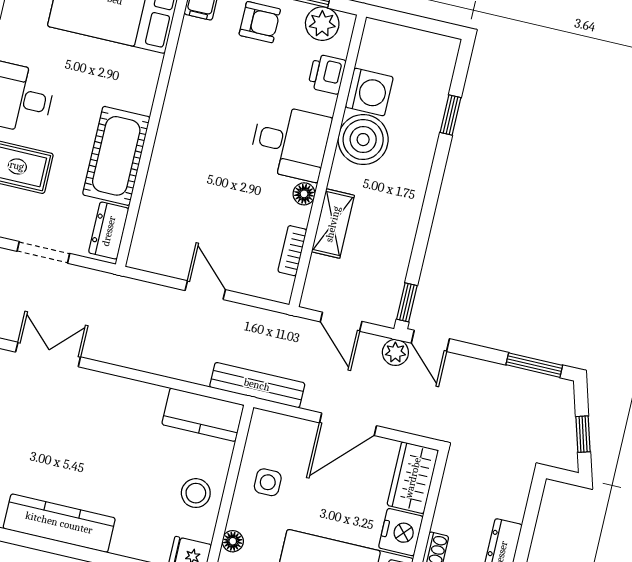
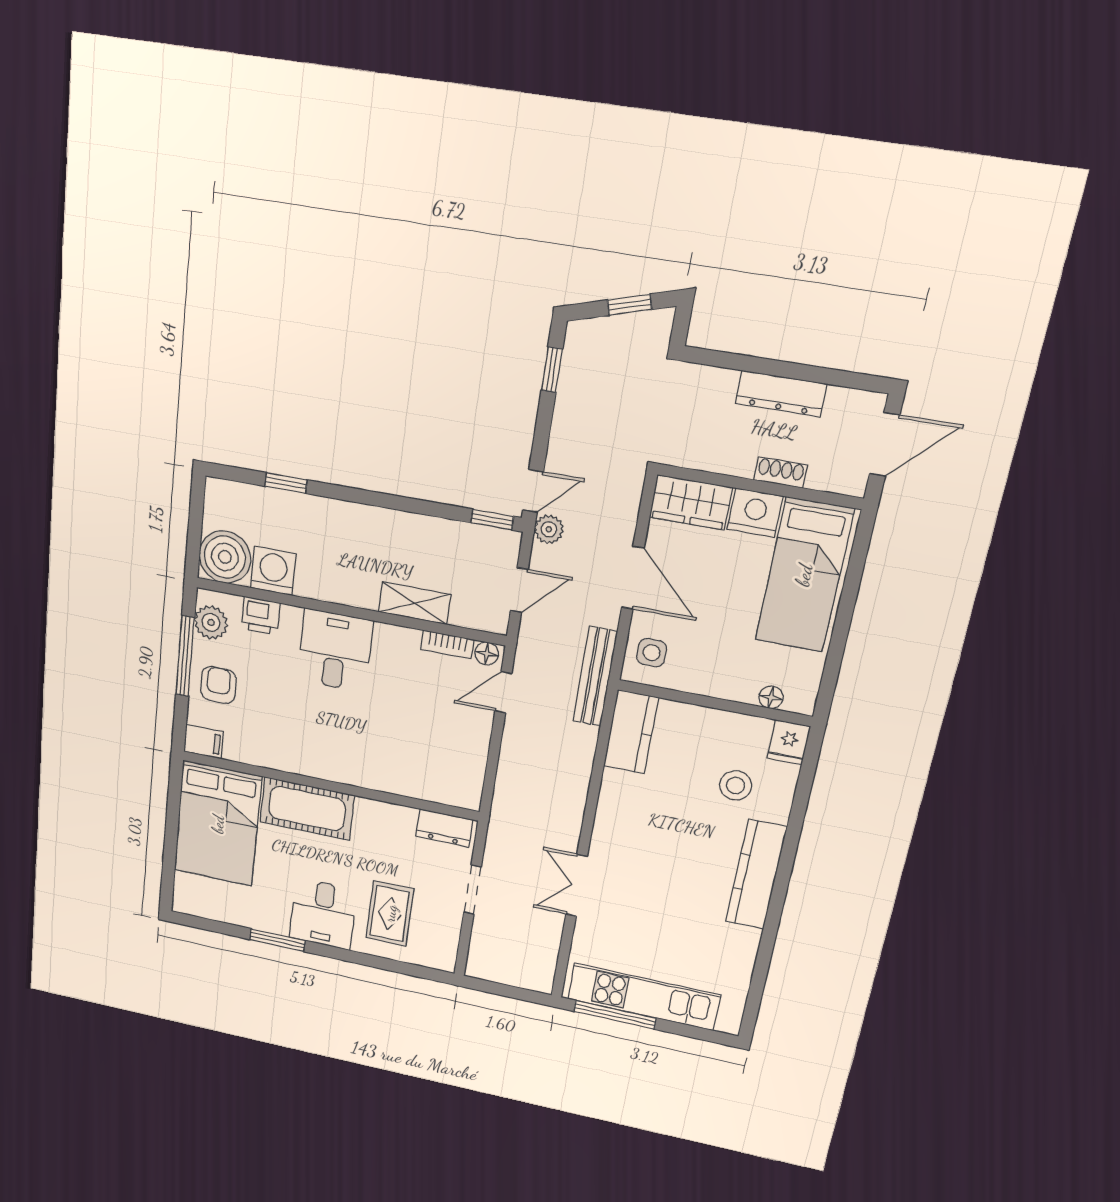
boiler: (363, 140) -> (225, 557), moved
cot: (116, 156) -> (307, 809), moved
floor lamp: (304, 194) -> (487, 653), moved
door: (205, 290) -> (503, 692), moved
window: (534, 365) -> (552, 370), width x0.67
side table: (268, 482) -> (652, 653), moved
stool: (196, 493) -> (736, 785), moved

